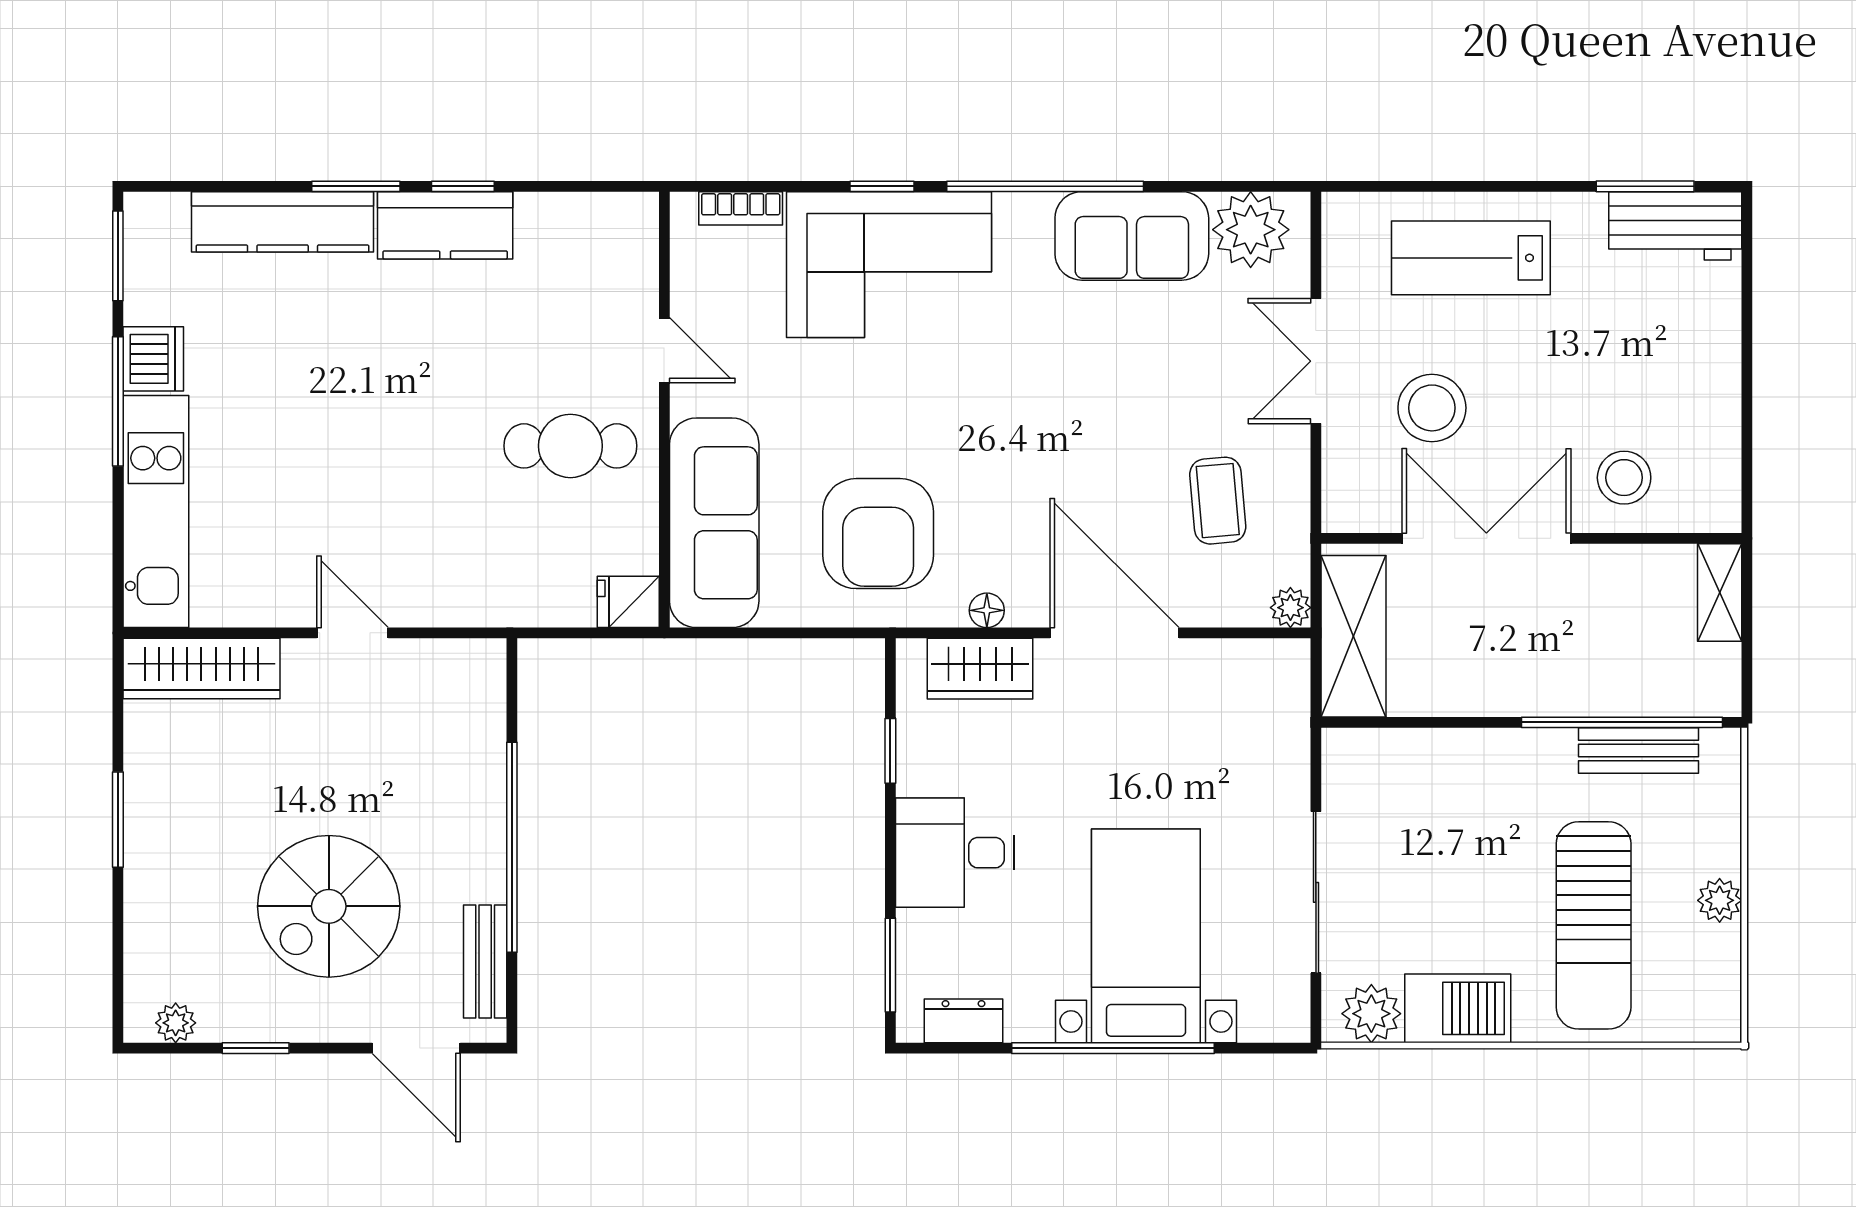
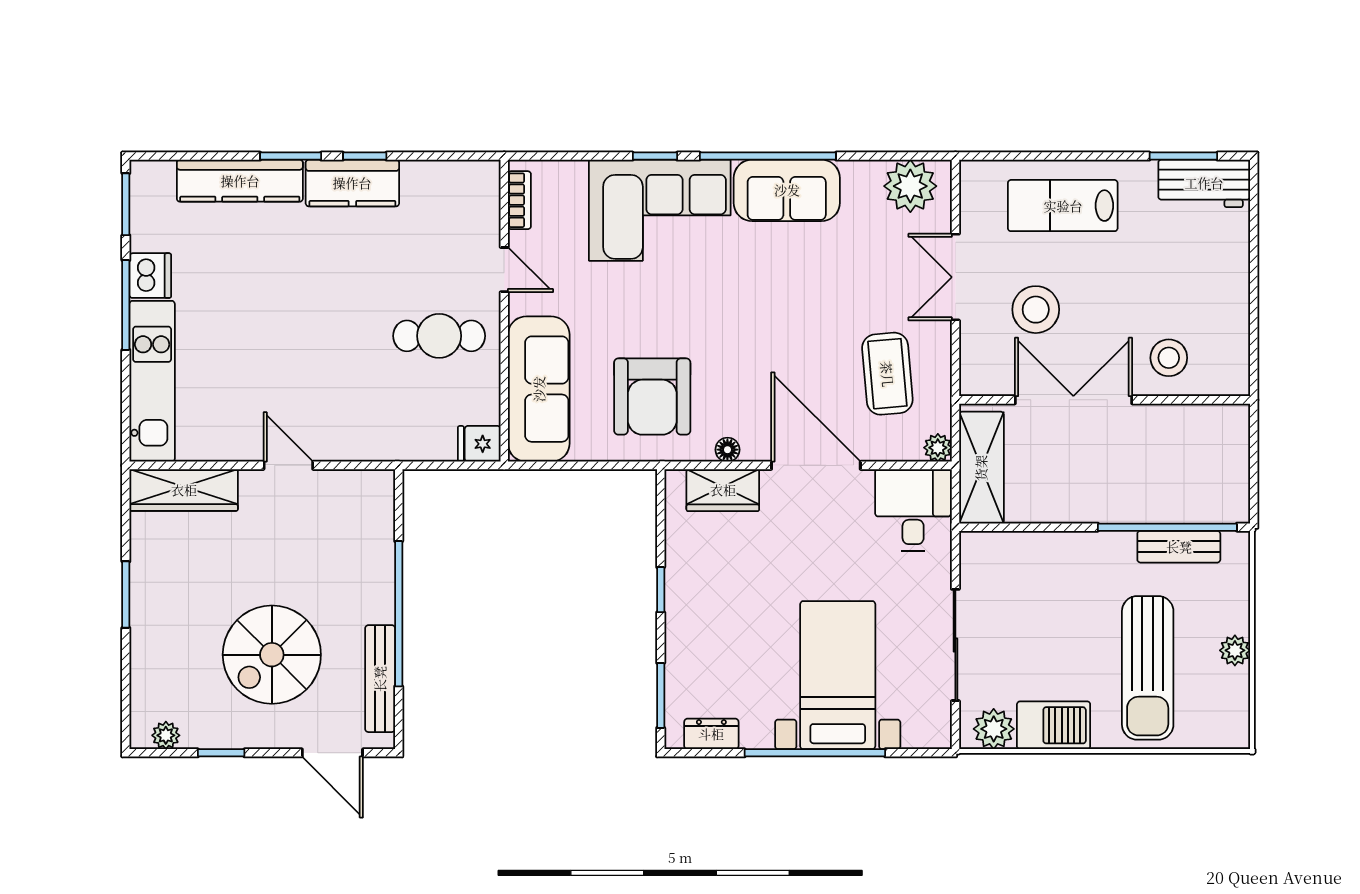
bookcase: (741, 208) -> (519, 200), moved, turned -90
sofa: (1132, 236) -> (787, 190), moved
coffee table: (1218, 501) -> (887, 374), width x1.36, depth x1.30
shelving: (1720, 593) -> (1235, 437), removed
window: (890, 751) -> (661, 590), moved
desk: (955, 853) -> (913, 510), moved, turned 90
bench: (485, 962) -> (380, 679), width x1.36

